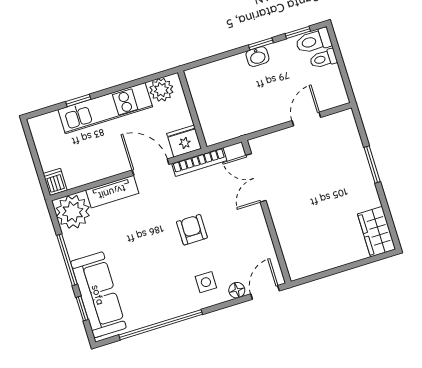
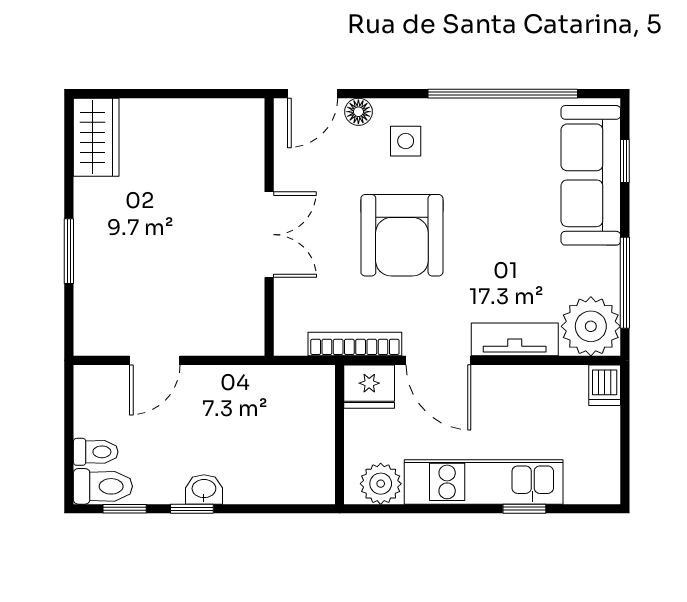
double door: (256, 178) -> (269, 235), moved
armchair: (192, 230) -> (402, 235), width x1.88, depth x1.88
window: (67, 260) -> (625, 283), moved

